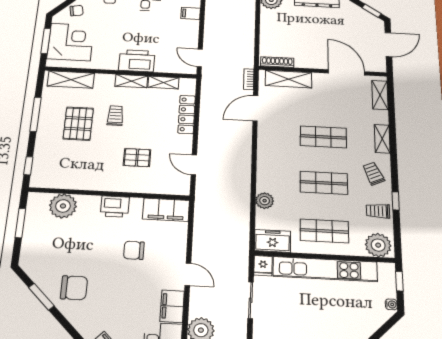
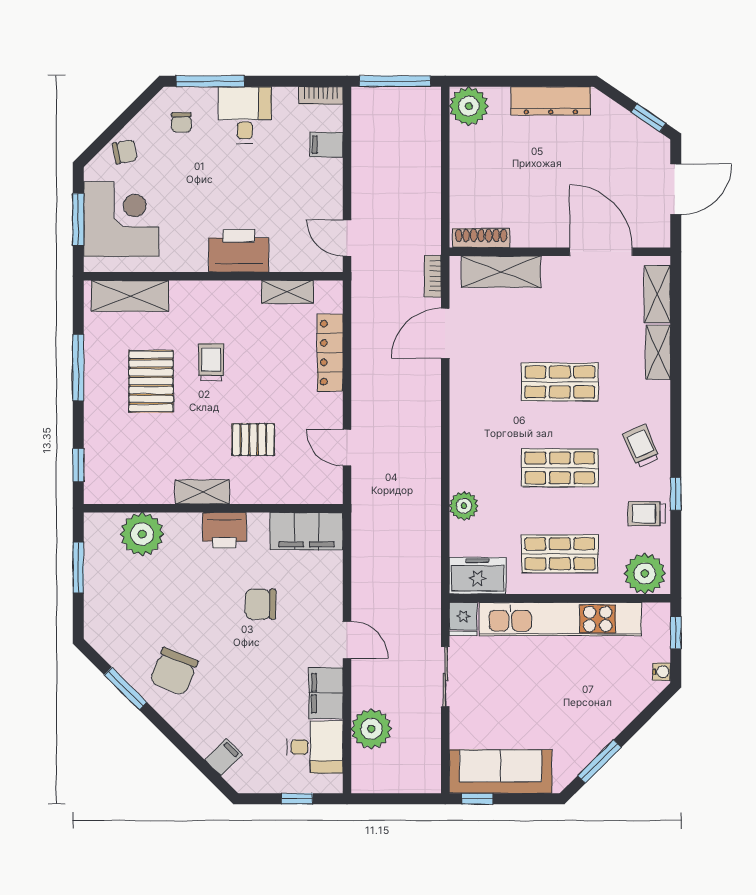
shelving: (131, 81) -> (202, 492), moved
shelving: (382, 139) -> (658, 352), moved
chair: (74, 288) -> (174, 672), turned 112

